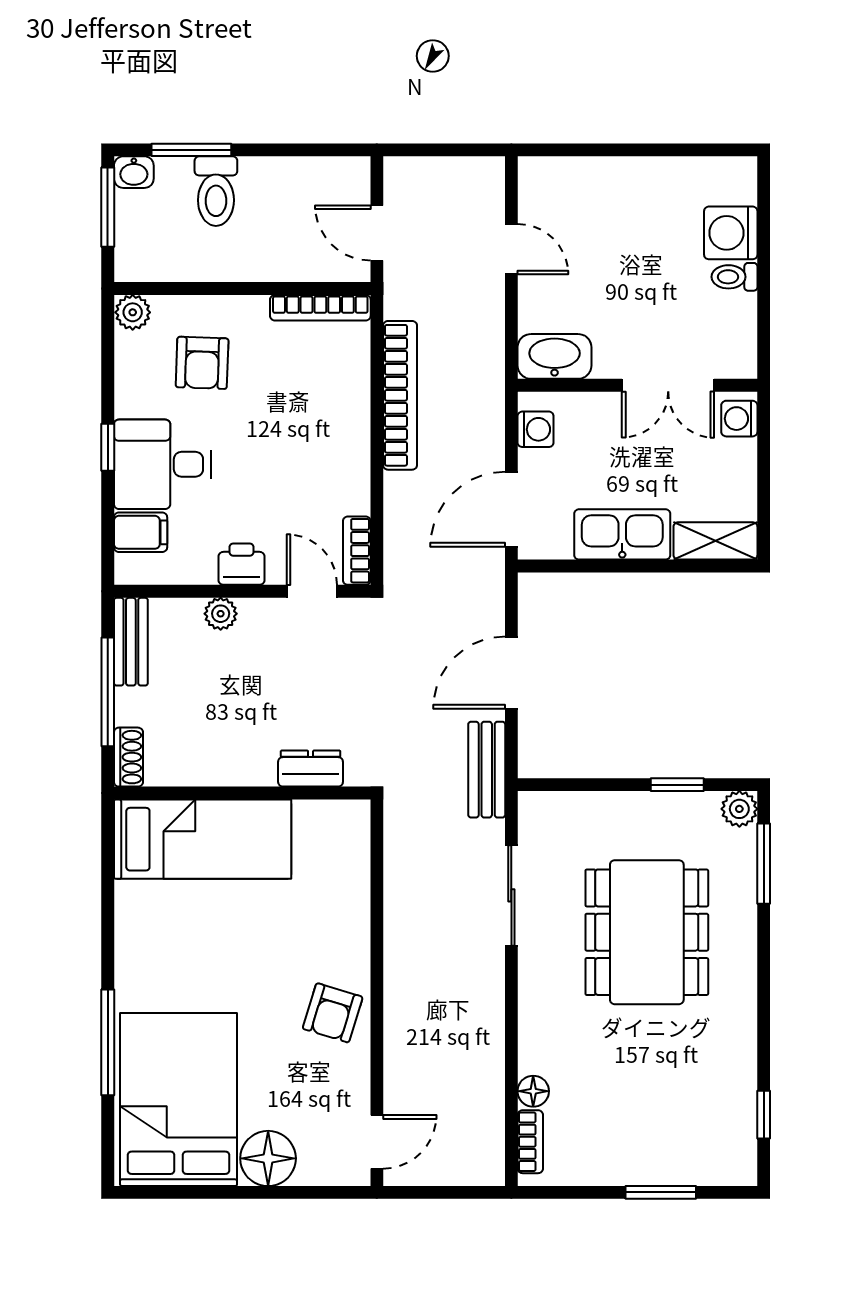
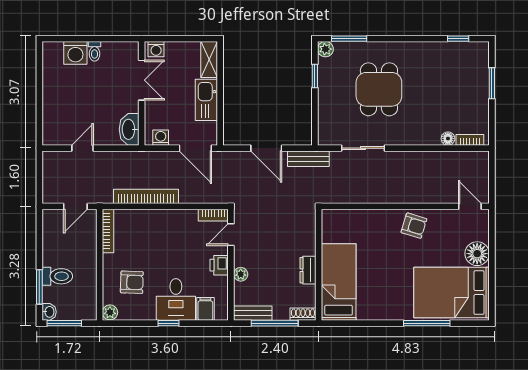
dresser: (311, 769) -> (308, 270), moved
dining table: (647, 932) -> (379, 89), width x0.73

